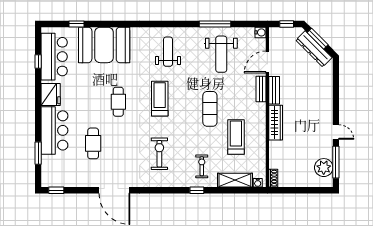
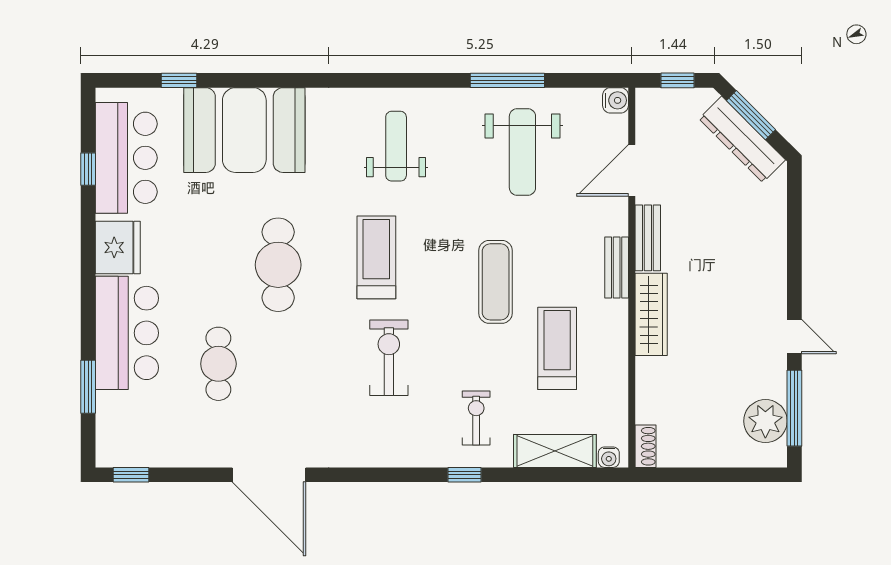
bench: (261, 89) -> (617, 267), moved
cafe table: (118, 102) -> (278, 265), width x1.37, depth x1.35
exercise bike: (159, 154) -> (389, 358), moved

